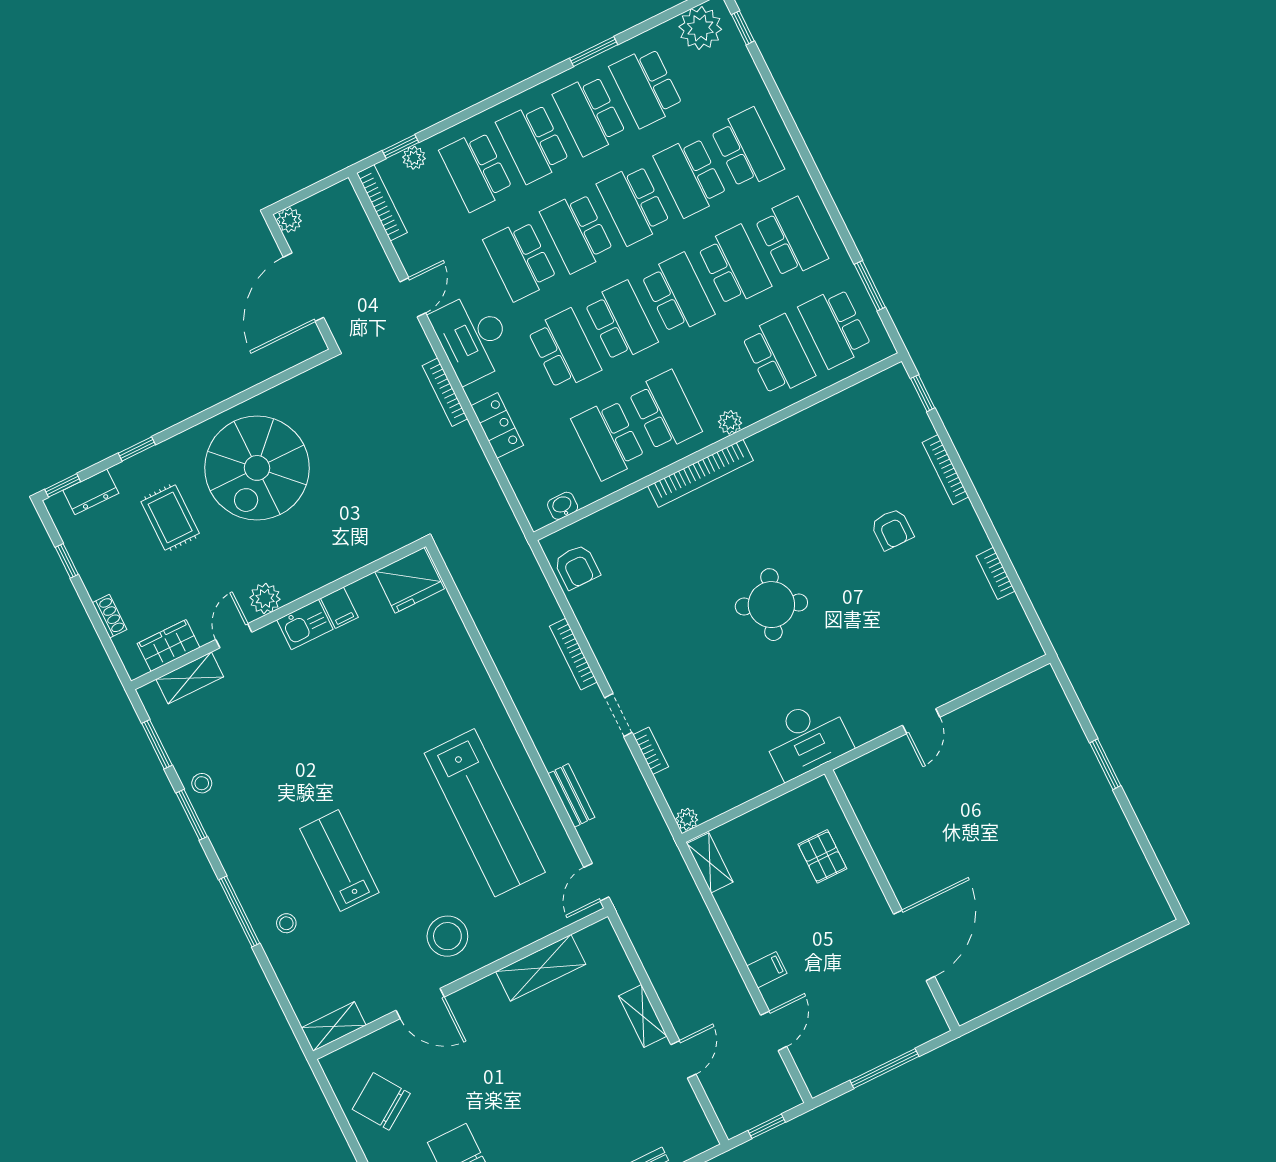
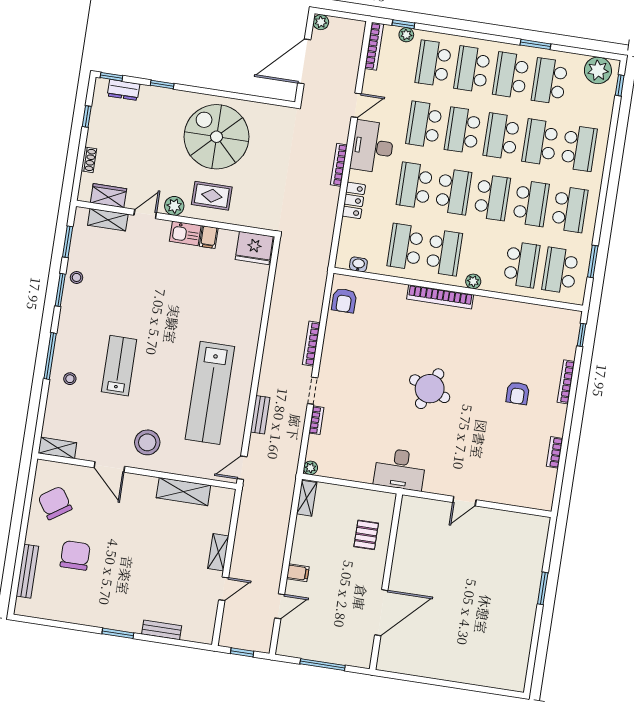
school desk: (564, 350) -> (415, 186), turned 180
spiral stairs: (257, 468) -> (216, 137), turned 90
rug: (170, 517) -> (212, 196), moved, turned 90

